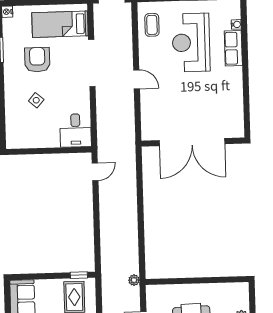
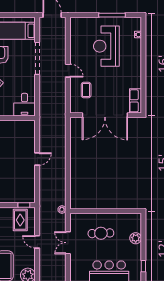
coffee table: (152, 25) -> (86, 90), moved
row of seats: (233, 48) -> (135, 101), moved
door: (95, 172) -> (37, 159), moved

